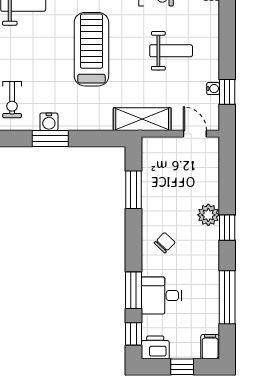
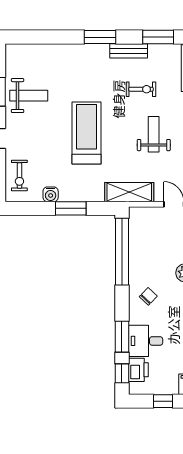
weight bench: (171, 51) -> (154, 134), turned -90
window: (50, 139) -> (71, 208), moved
window: (133, 190) -> (122, 252), width x2.11
printer: (155, 347) -> (138, 370), moved, turned 90

